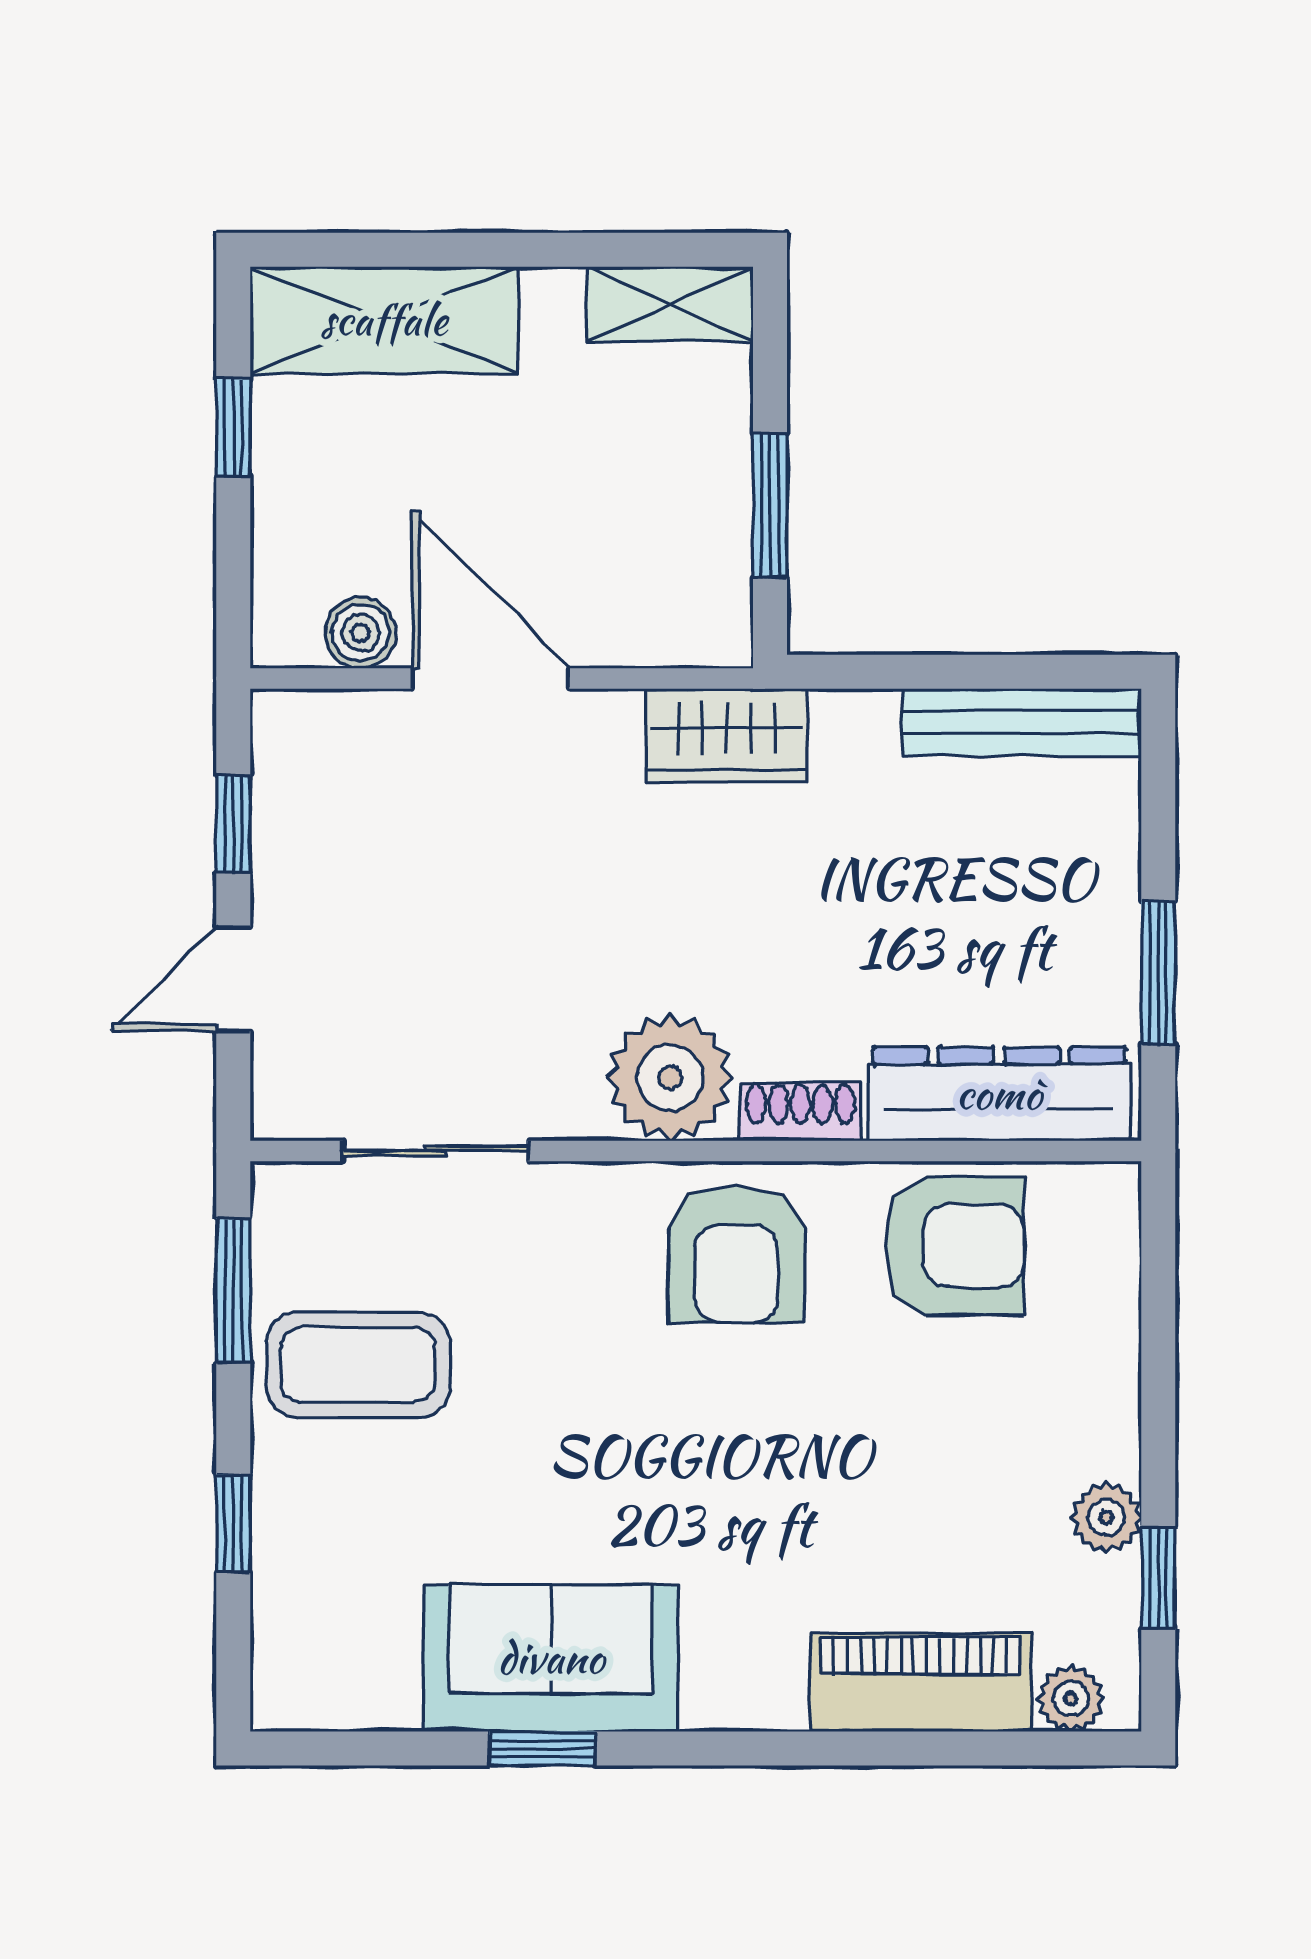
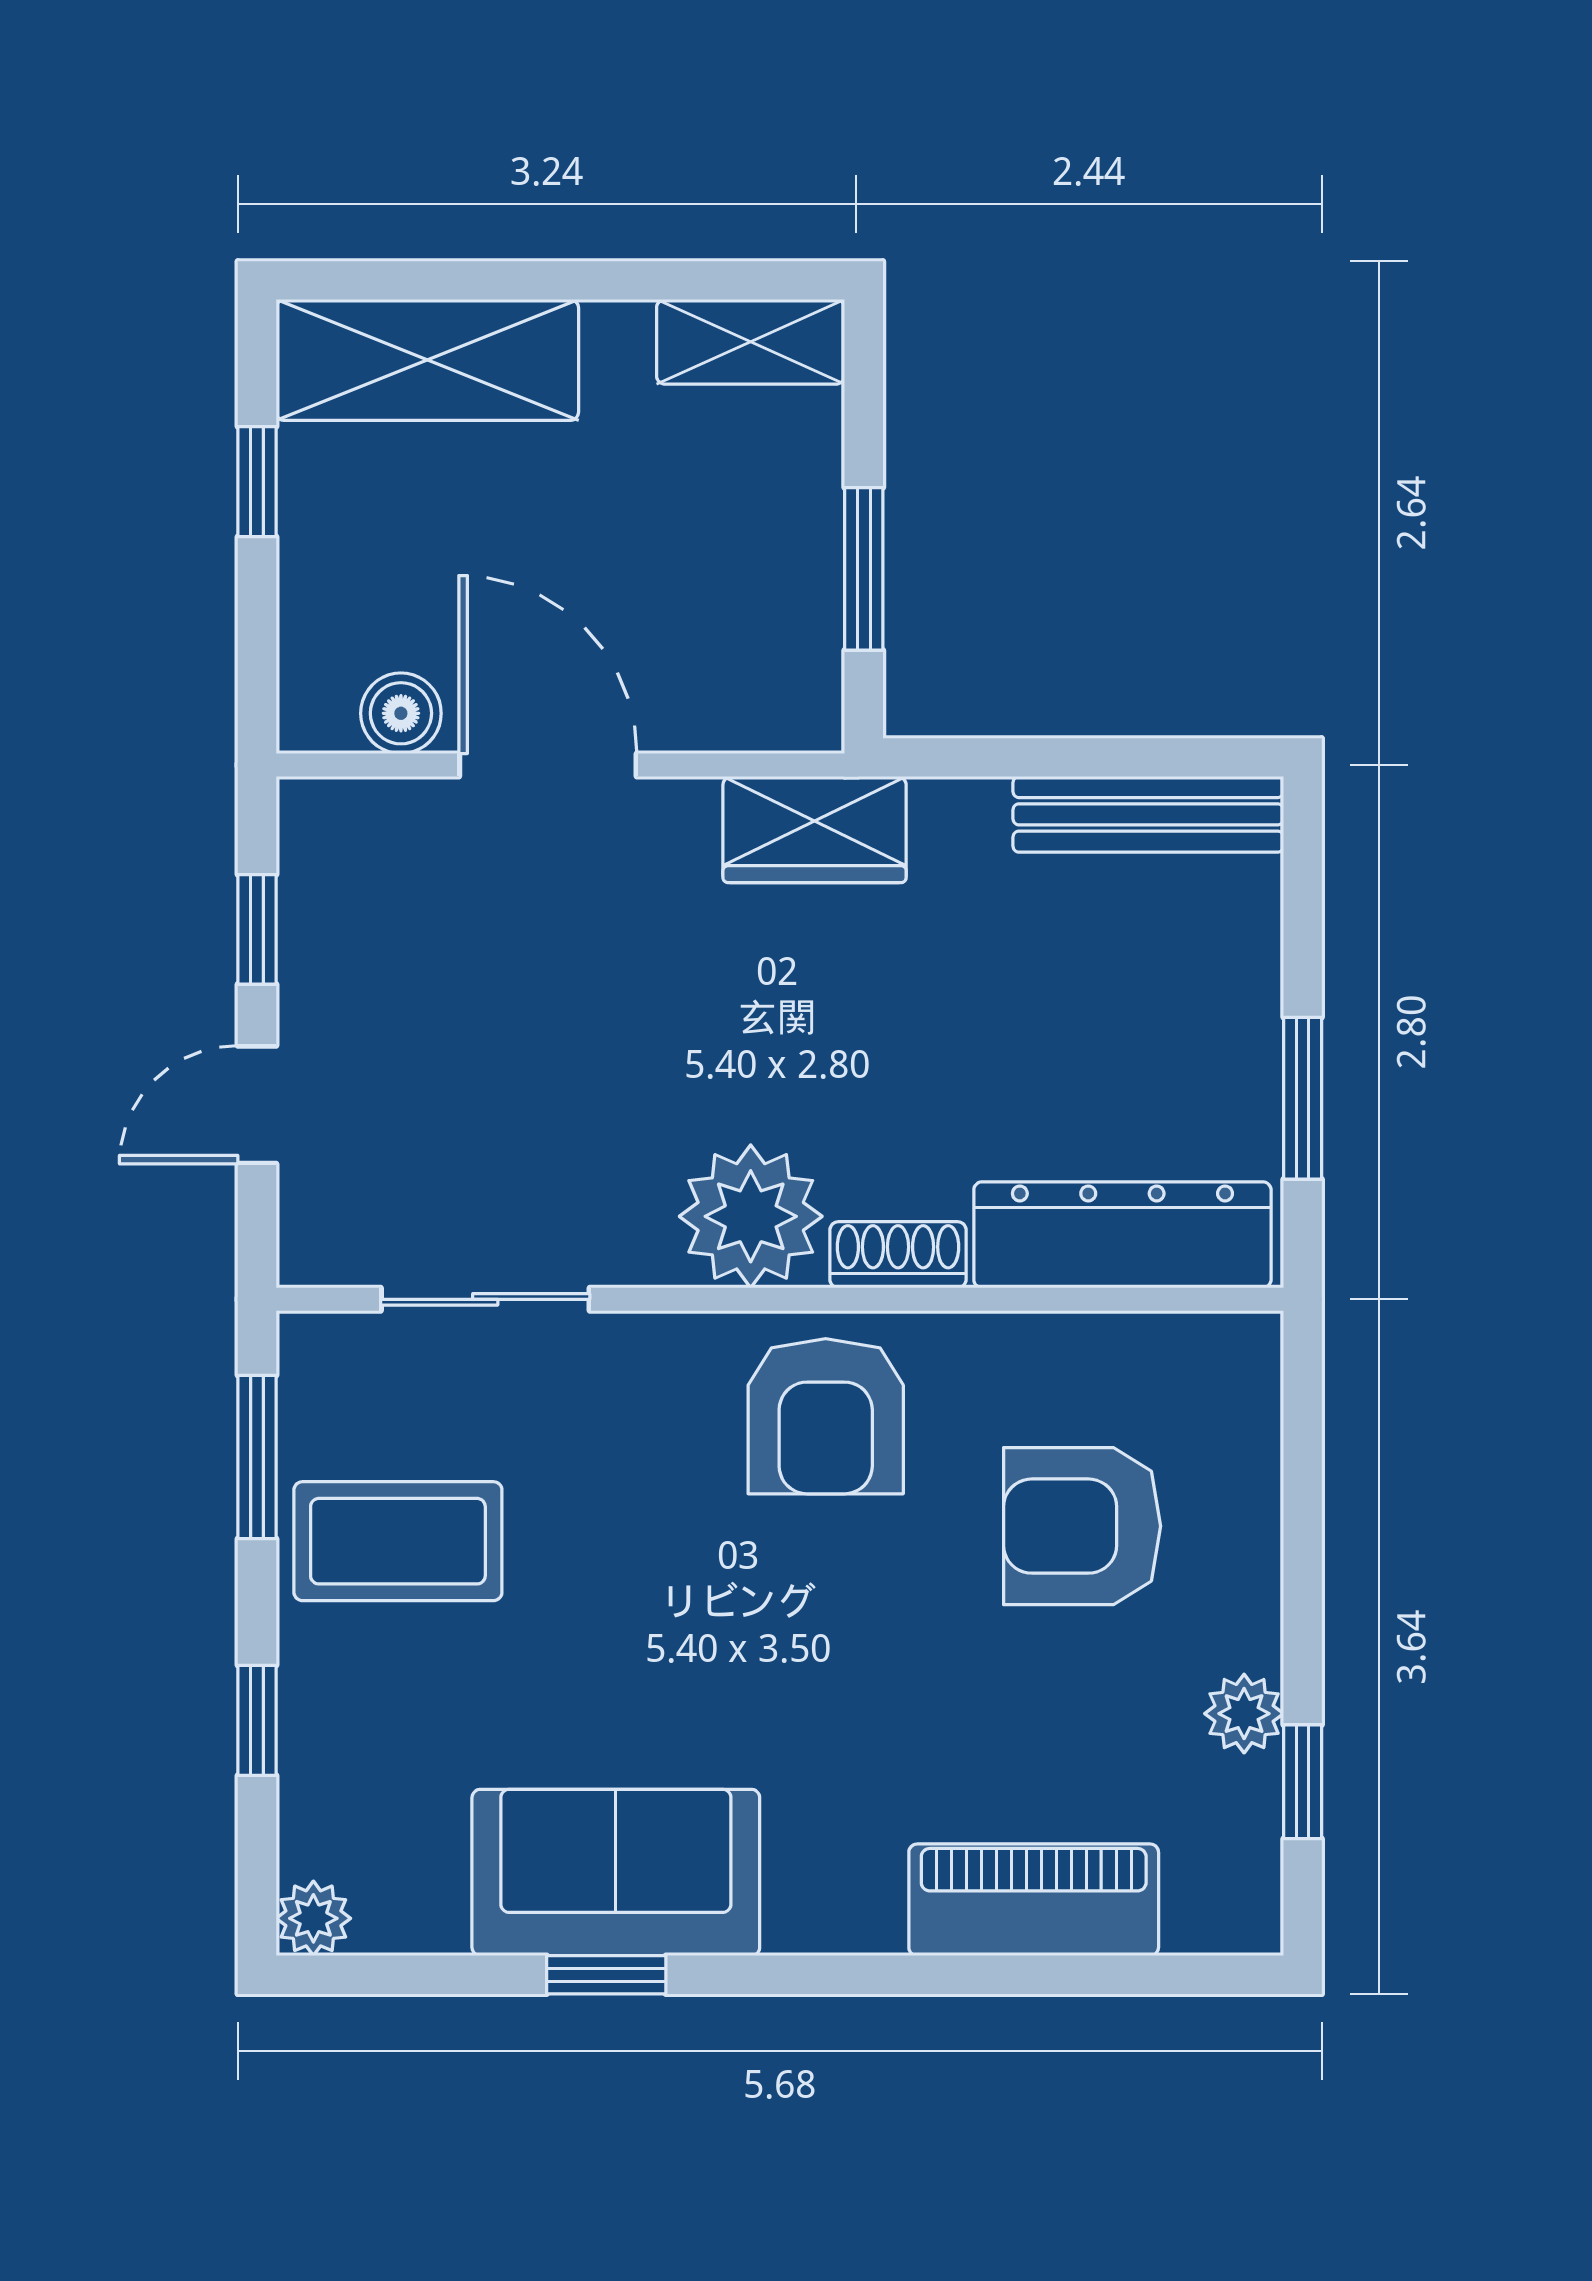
armchair: (954, 1245) -> (1082, 1526), moved, turned 180
plant: (1071, 1699) -> (313, 1918), moved

